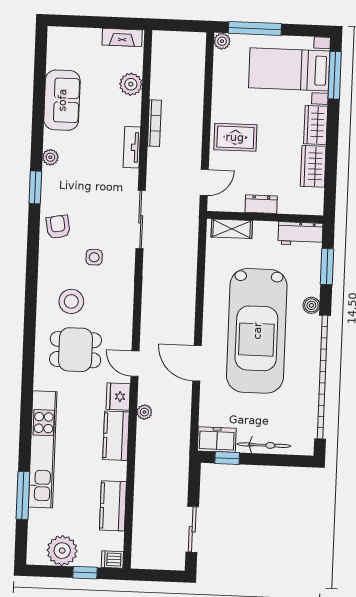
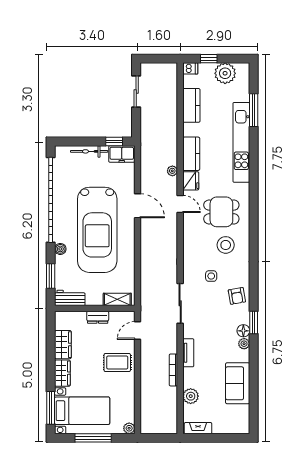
window: (255, 28) -> (93, 438), moved
floor lamp: (51, 176) -> (243, 331), added
car: (257, 331) -> (97, 230), turned 180

